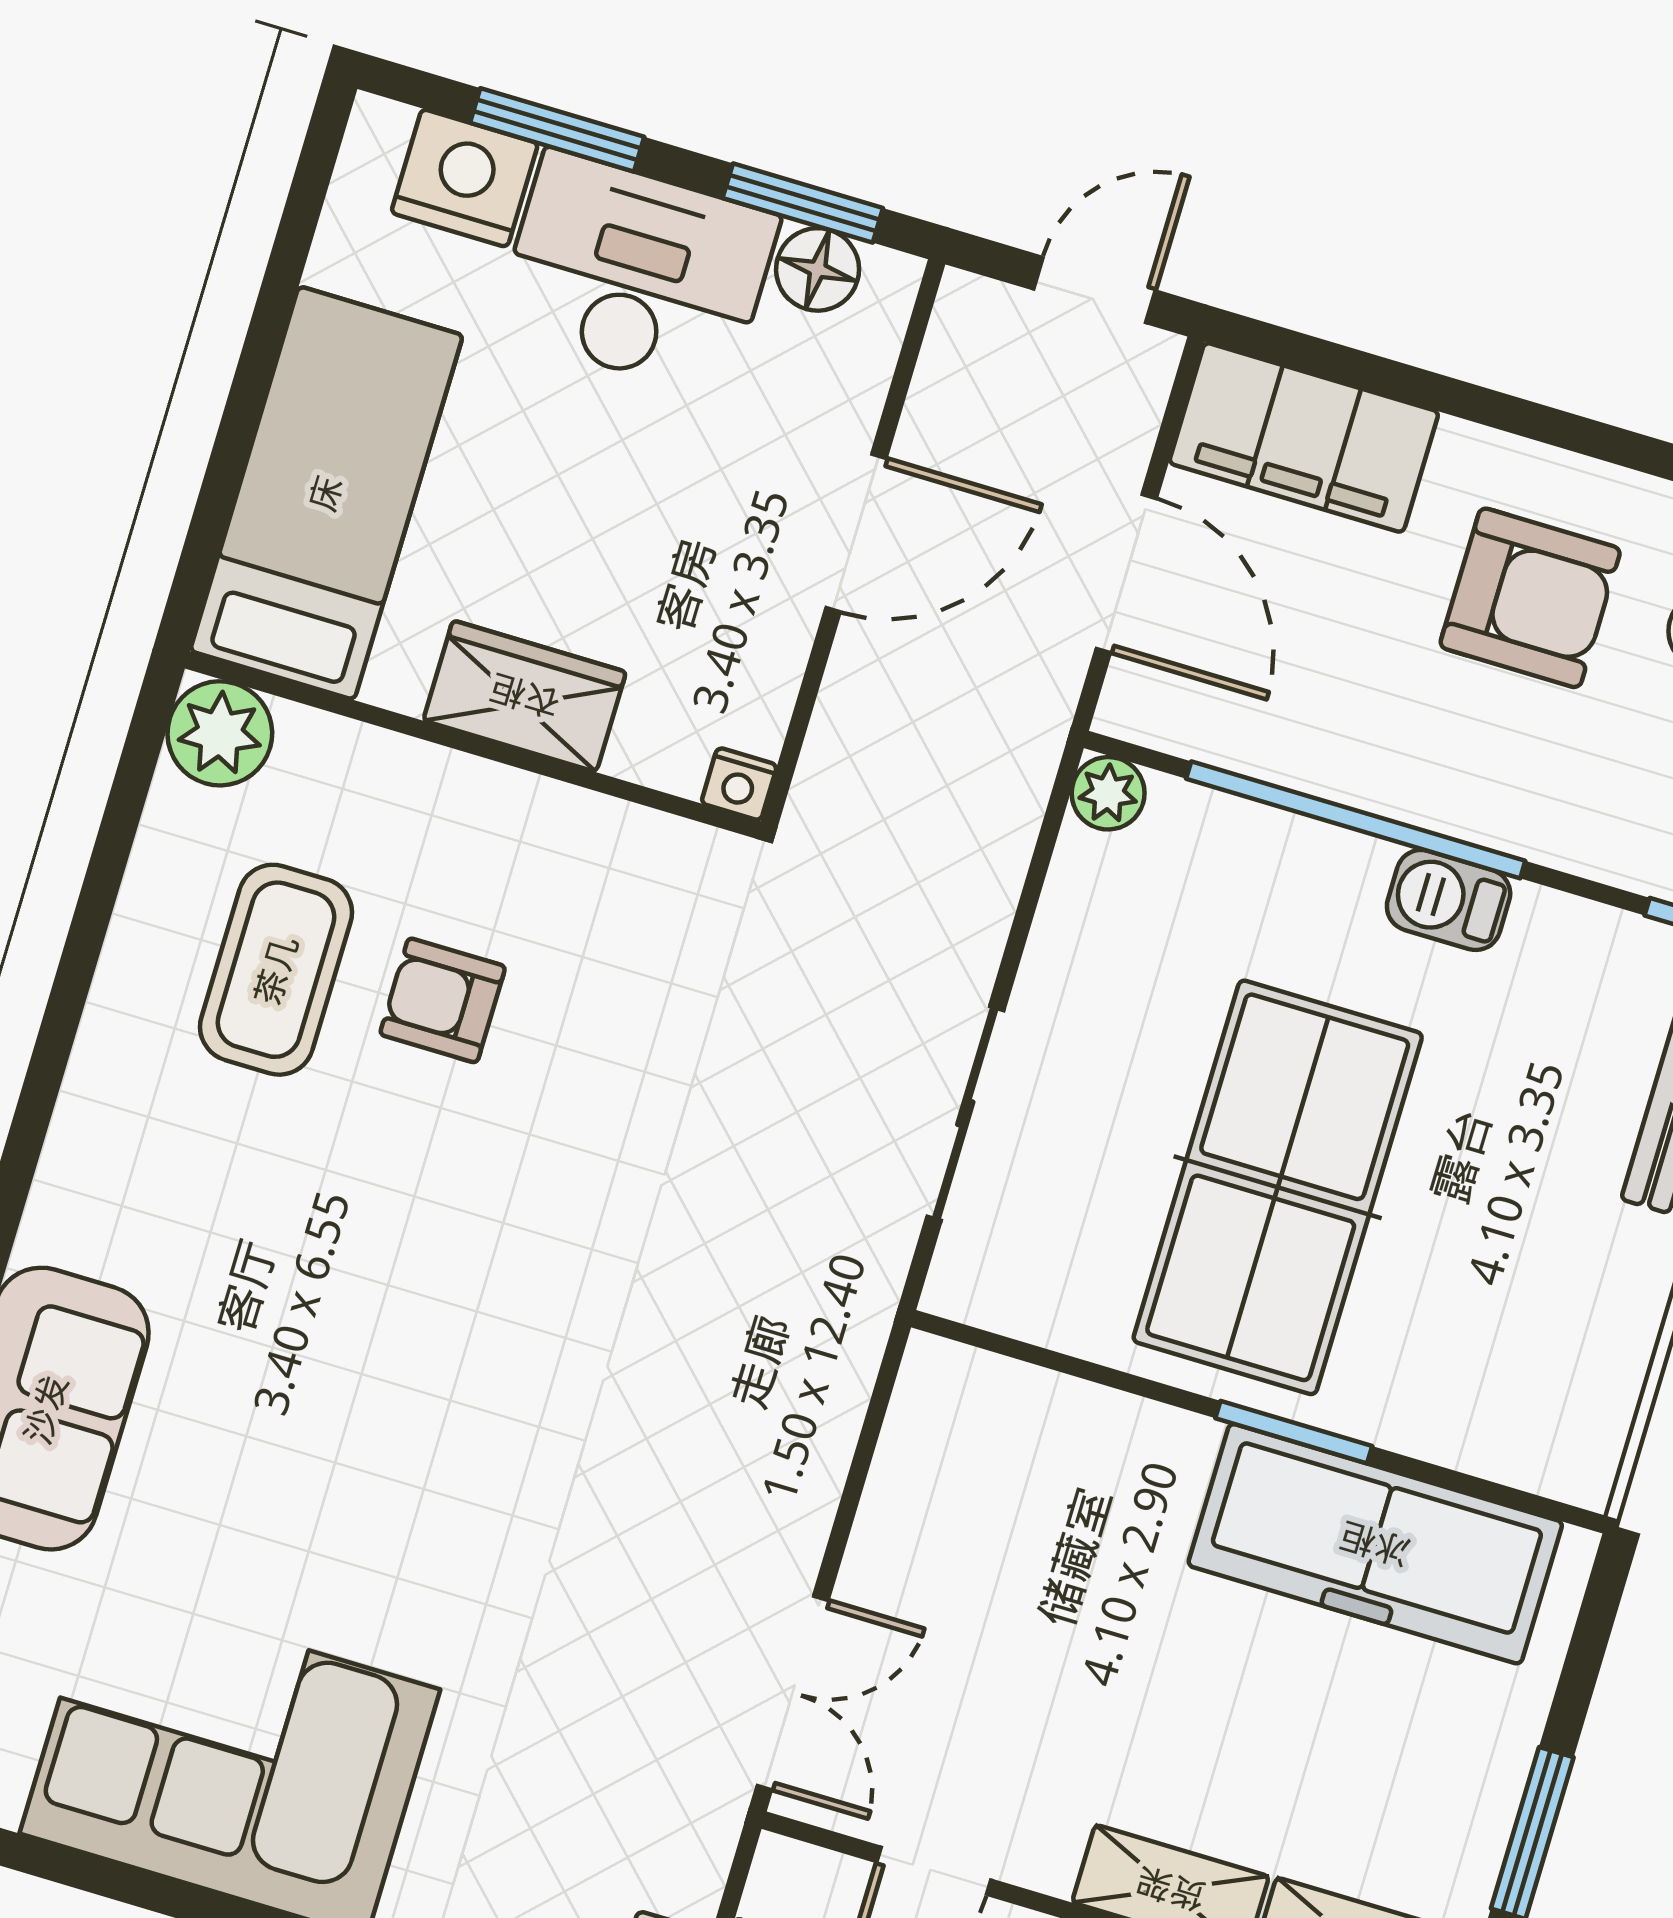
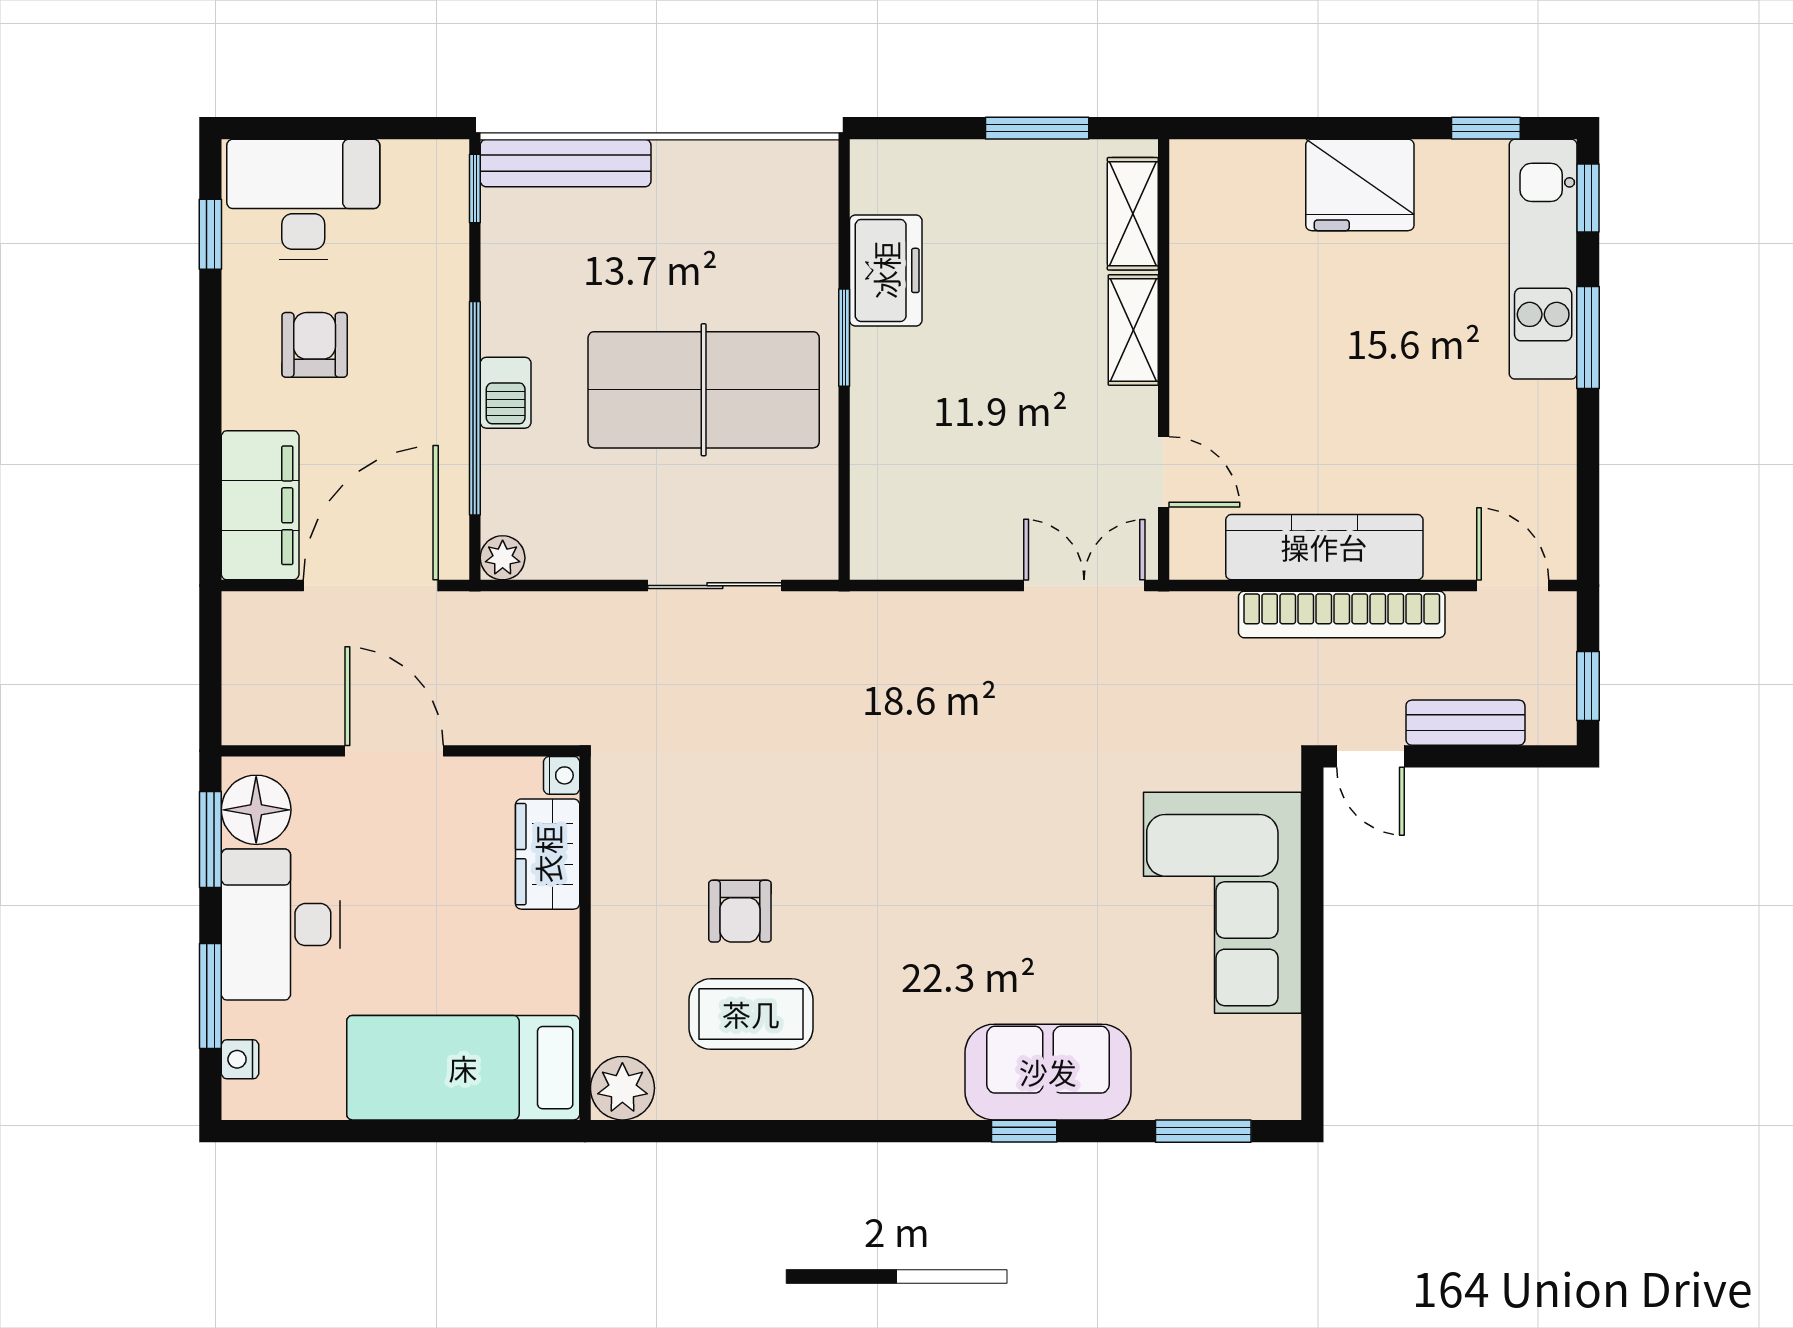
nightstand: (465, 178) -> (240, 1059), width x0.53, depth x0.56
floor lamp: (818, 269) -> (256, 810), width x1.38, depth x1.38
door: (1094, 290) -> (210, 654), removed
door: (1126, 573) -> (371, 586), width x1.36
armchair: (1530, 598) -> (315, 345), width x0.72, depth x0.72
wardrobe: (525, 696) -> (548, 854), moved
barbecue: (1449, 900) -> (506, 393), moved
freezer: (1375, 1544) -> (886, 270), width x0.52, depth x0.79

